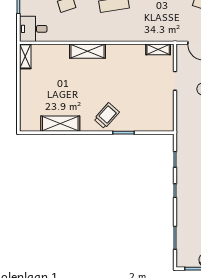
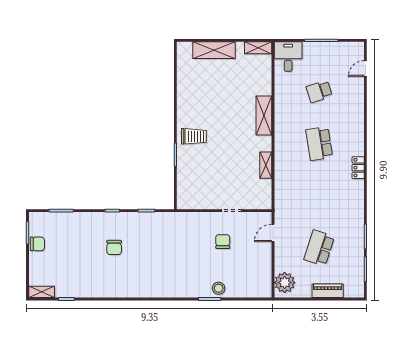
shelving: (158, 49) -> (266, 165), moved
trolley: (107, 116) -> (194, 136), turned -42
shelving: (60, 124) -> (214, 50), moved, turned 90

